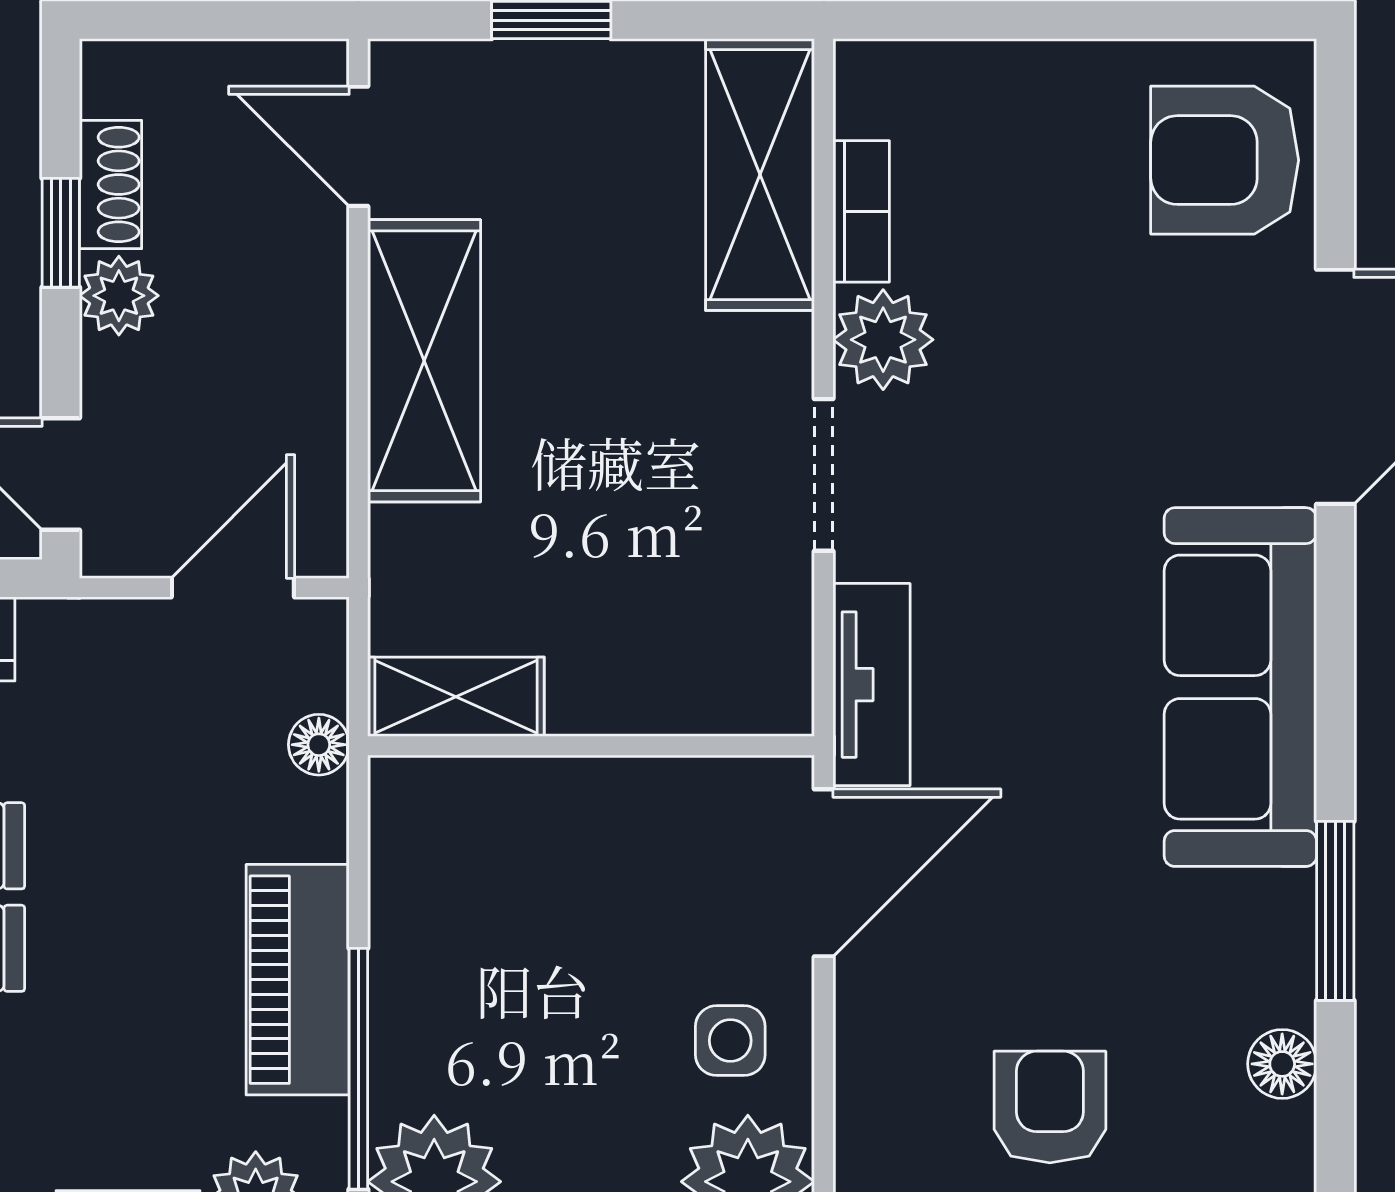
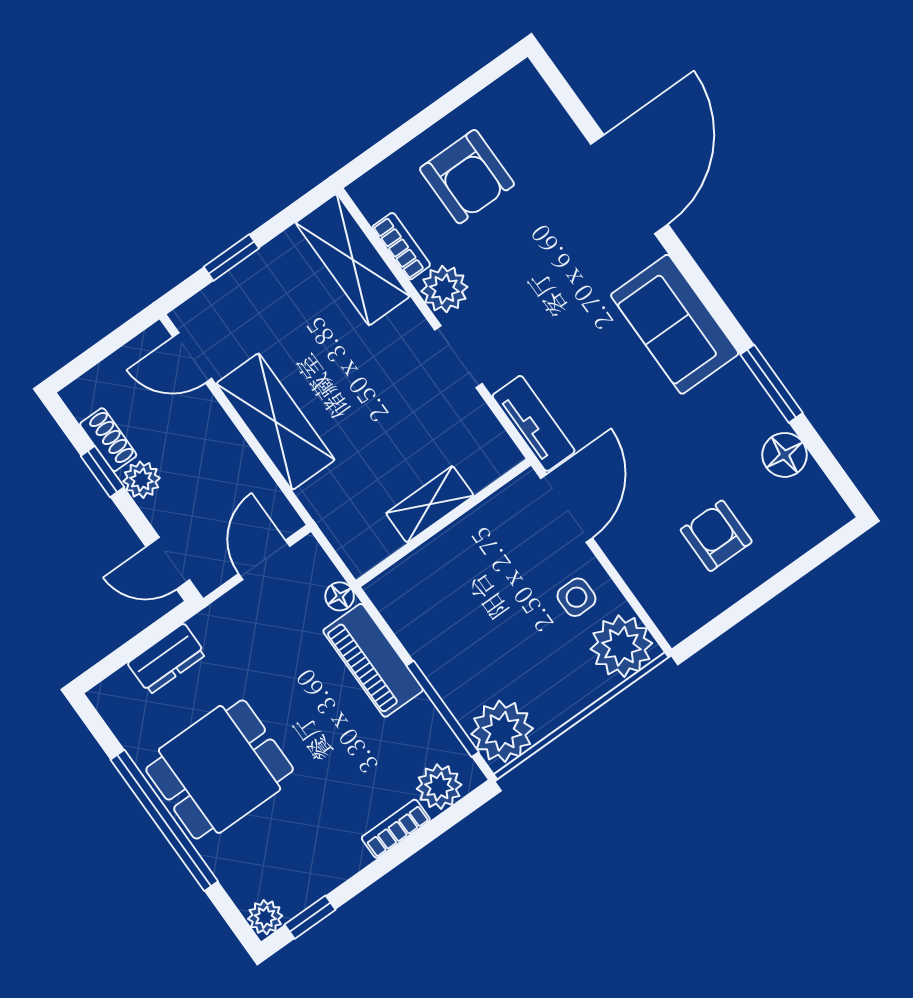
armchair: (1225, 160) -> (467, 177), moved, turned -90
sofa: (1240, 687) -> (675, 324), width x0.73
shelving: (456, 697) -> (430, 504), moved
piano: (298, 980) -> (373, 660), moved
floor lamp: (1282, 1064) -> (785, 455), width x1.37, depth x1.37

